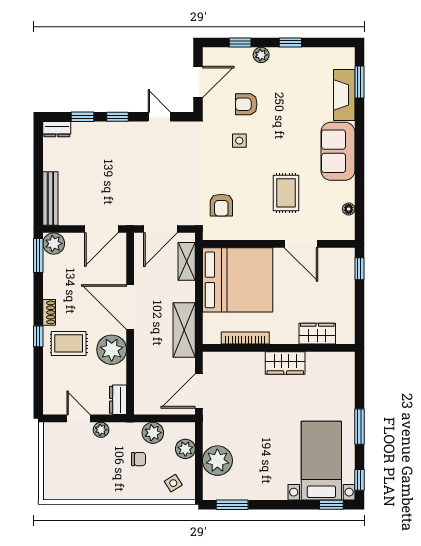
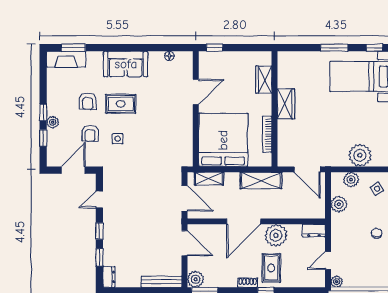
window: (290, 42) -> (43, 112), moved
door: (198, 82) -> (73, 170), hinge flipped
fireplace: (344, 95) -> (66, 59), moved
rug: (286, 193) -> (121, 104), moved
armchair: (221, 205) -> (88, 101), moved, turned 90
plant: (101, 430) -> (337, 282), moved
chair: (139, 459) -> (376, 233), moved

